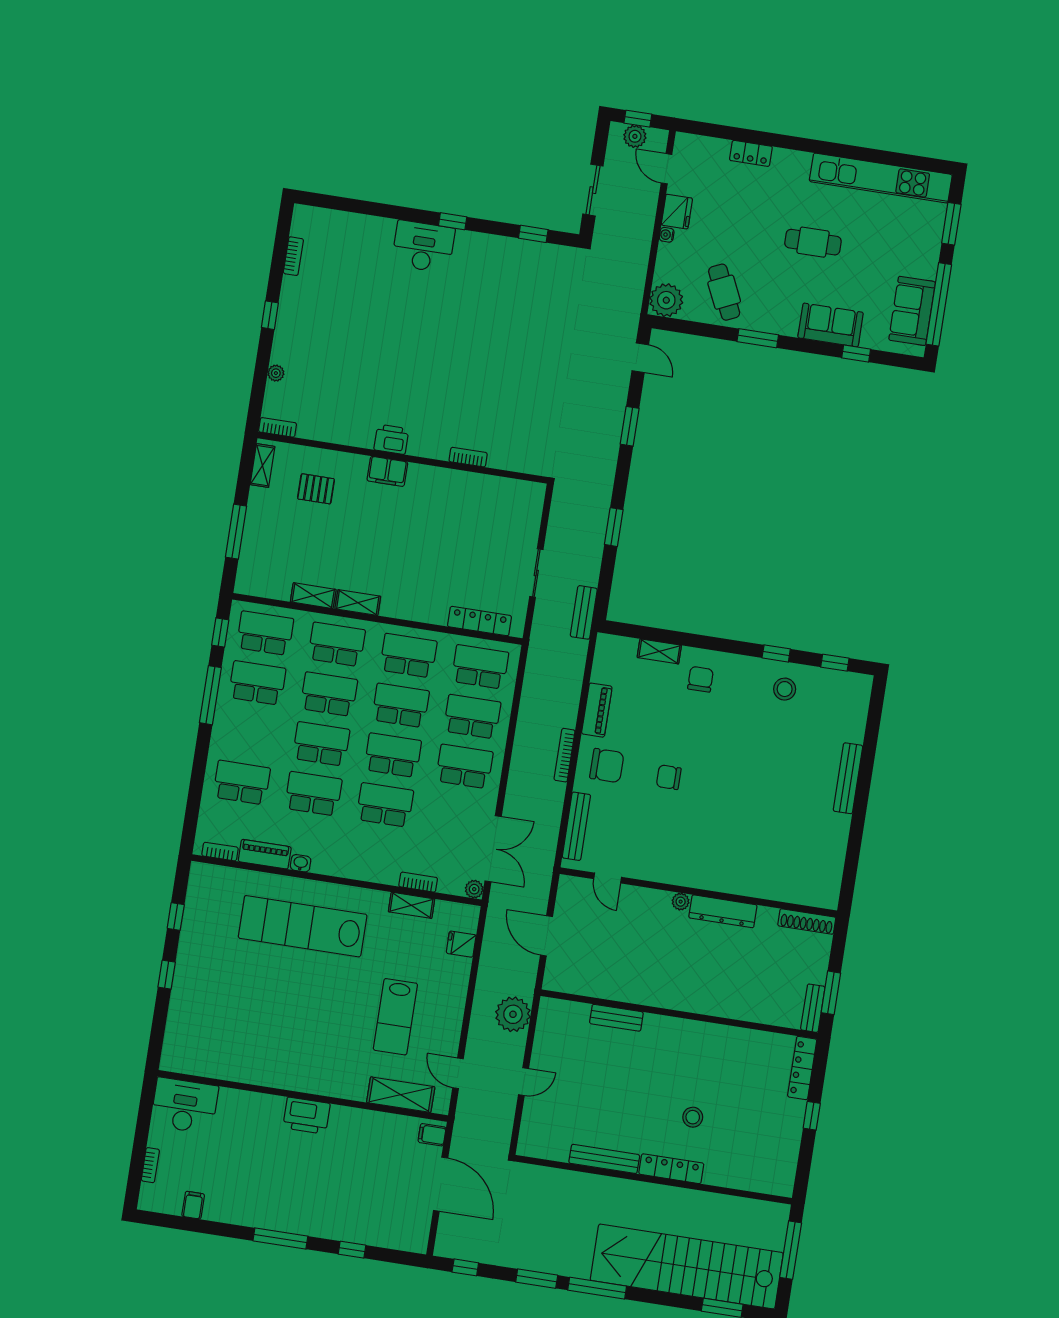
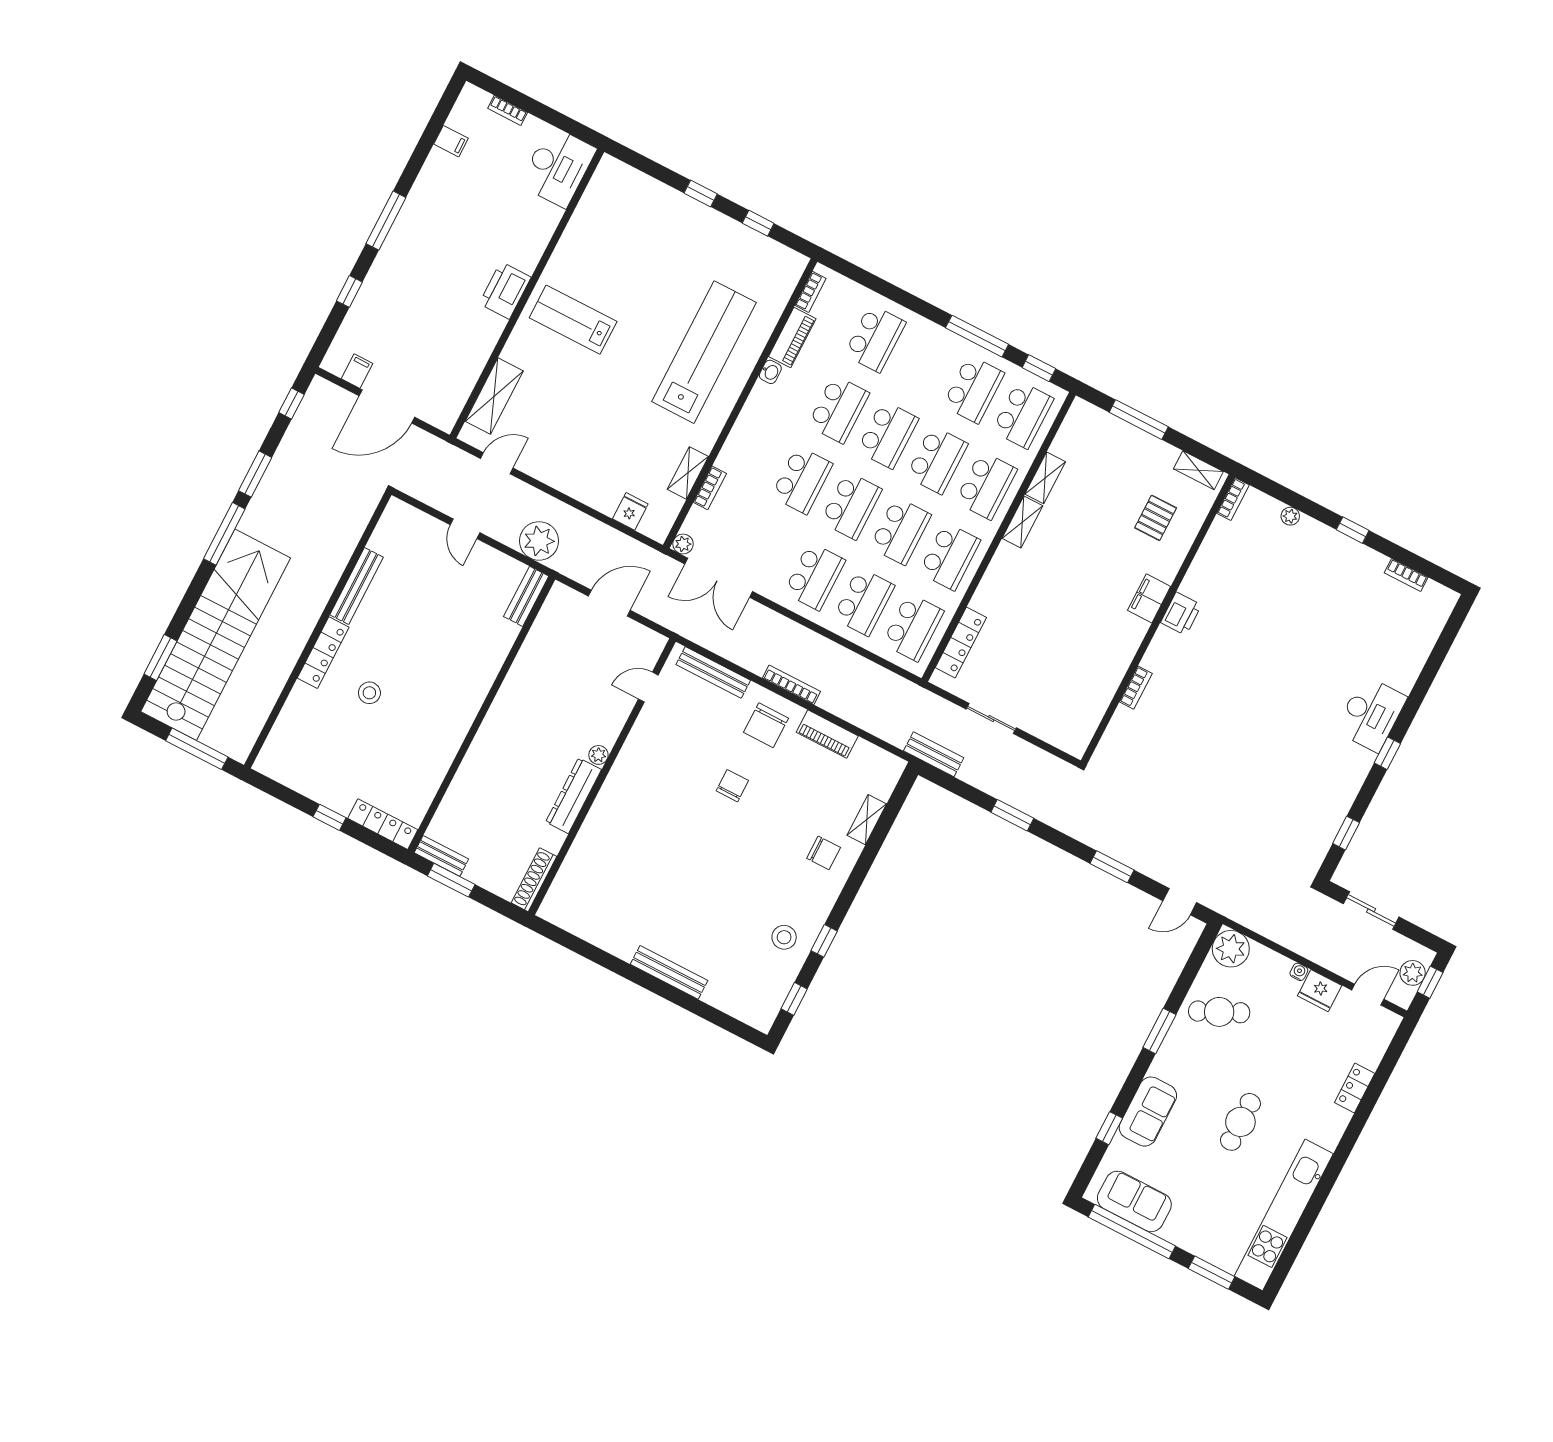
lab bench: (395, 1017) -> (573, 320), moved
bench: (616, 1018) -> (526, 596), moved
filing cabinet: (432, 1135) -> (357, 371), moved

